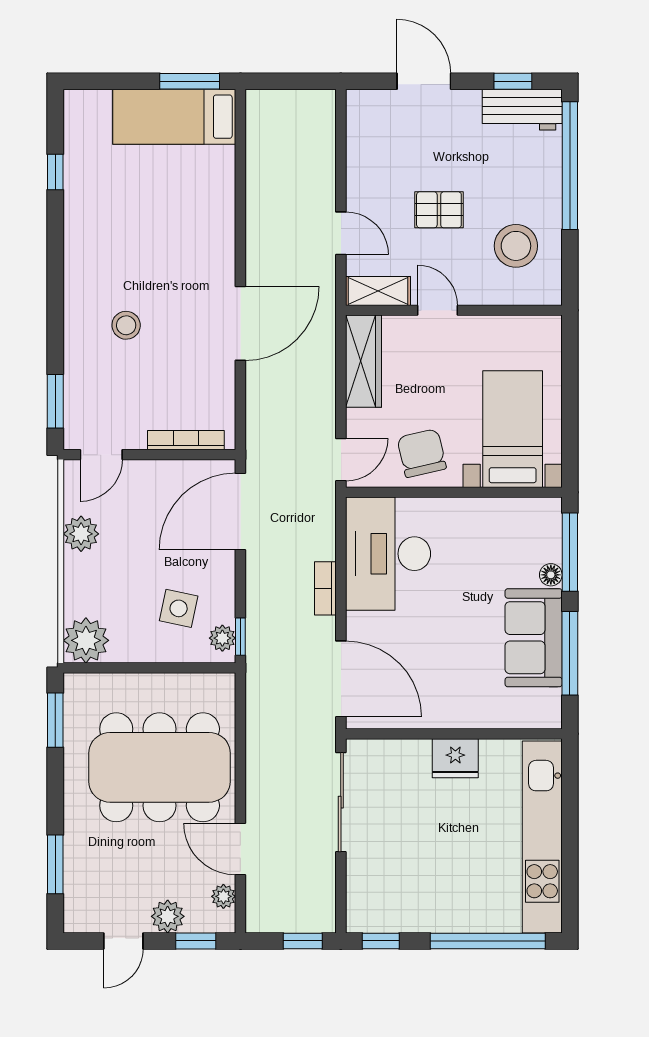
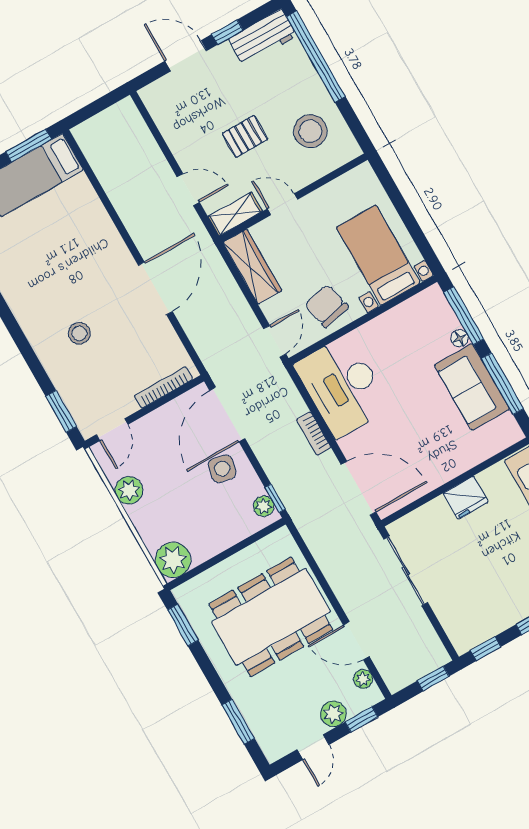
window: (513, 81) -> (227, 32), moved
side table: (179, 608) -> (222, 469), moved

